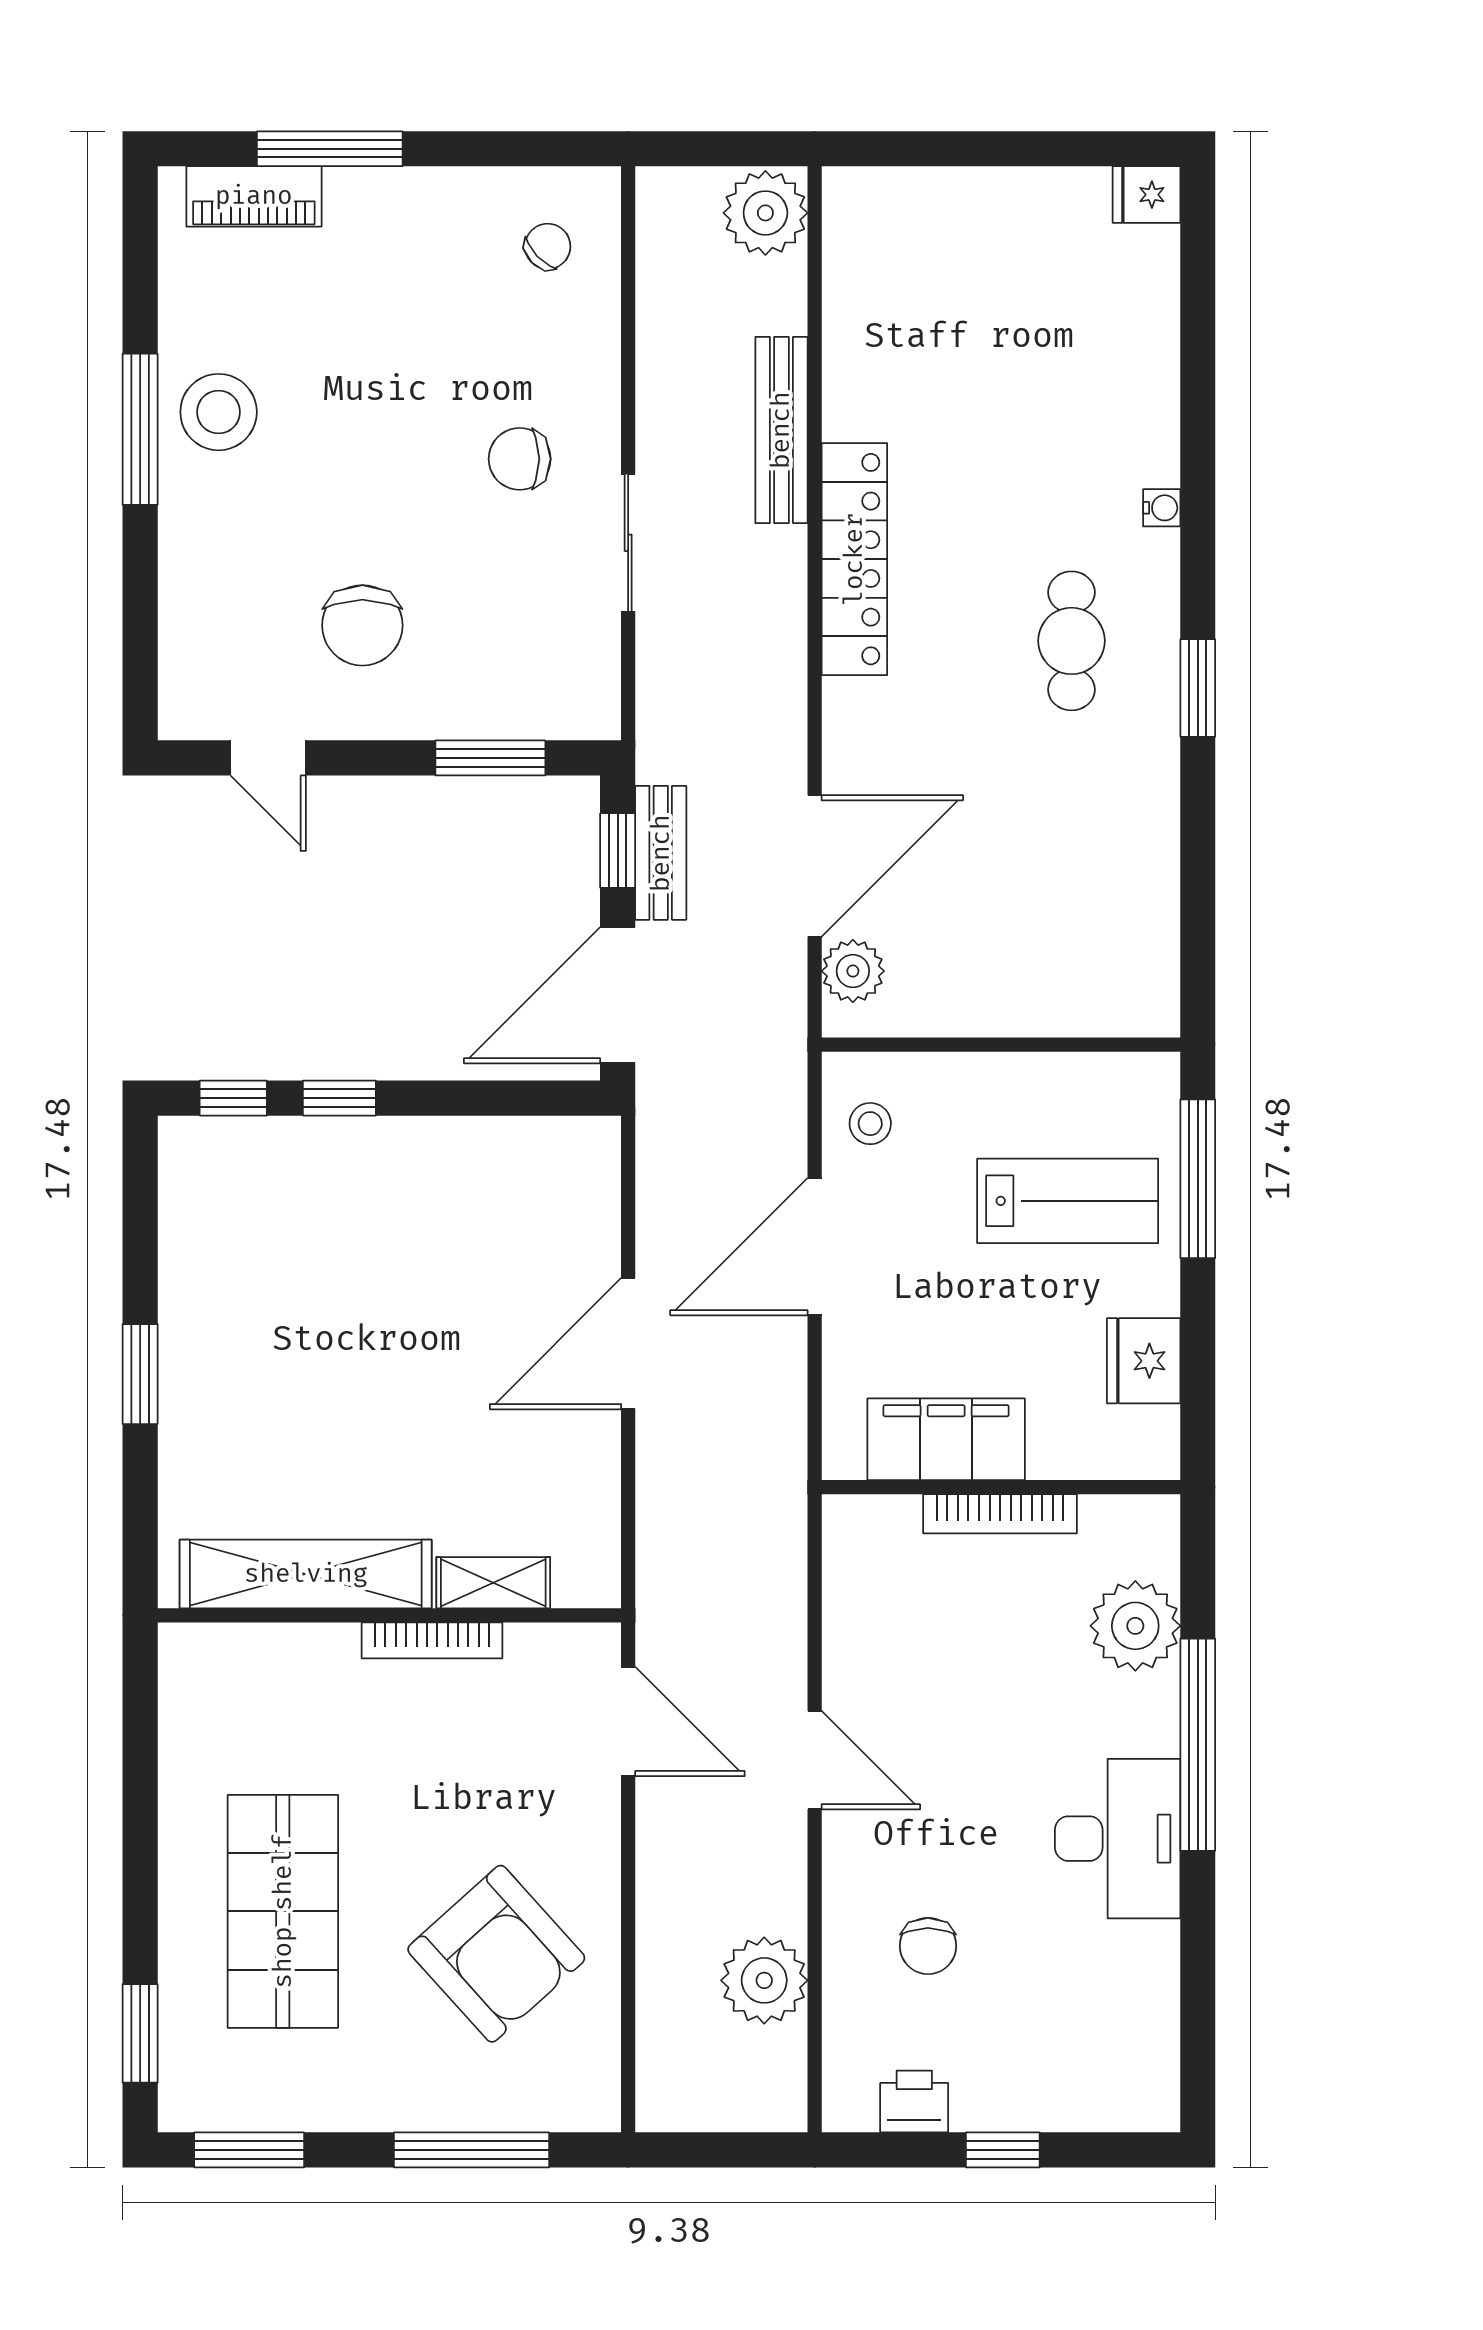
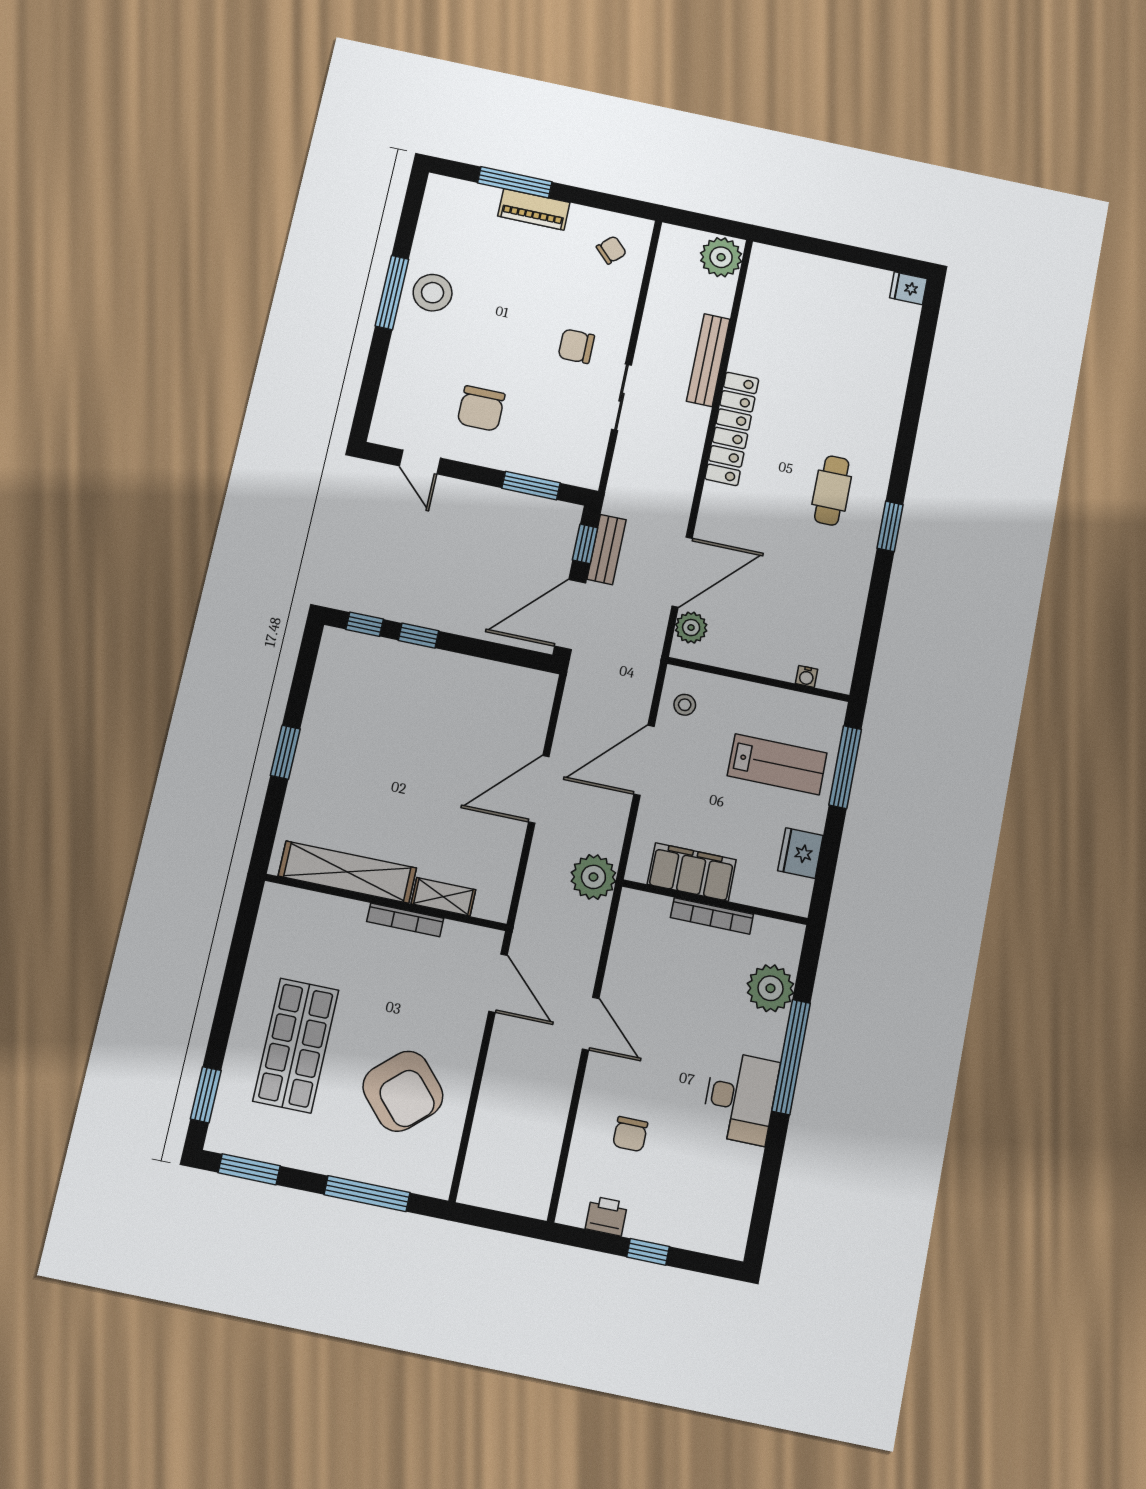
piano: (254, 196) -> (534, 209), moved
water cooler: (1162, 508) -> (807, 676), moved, turned 90
plant: (764, 1980) -> (593, 877), moved

